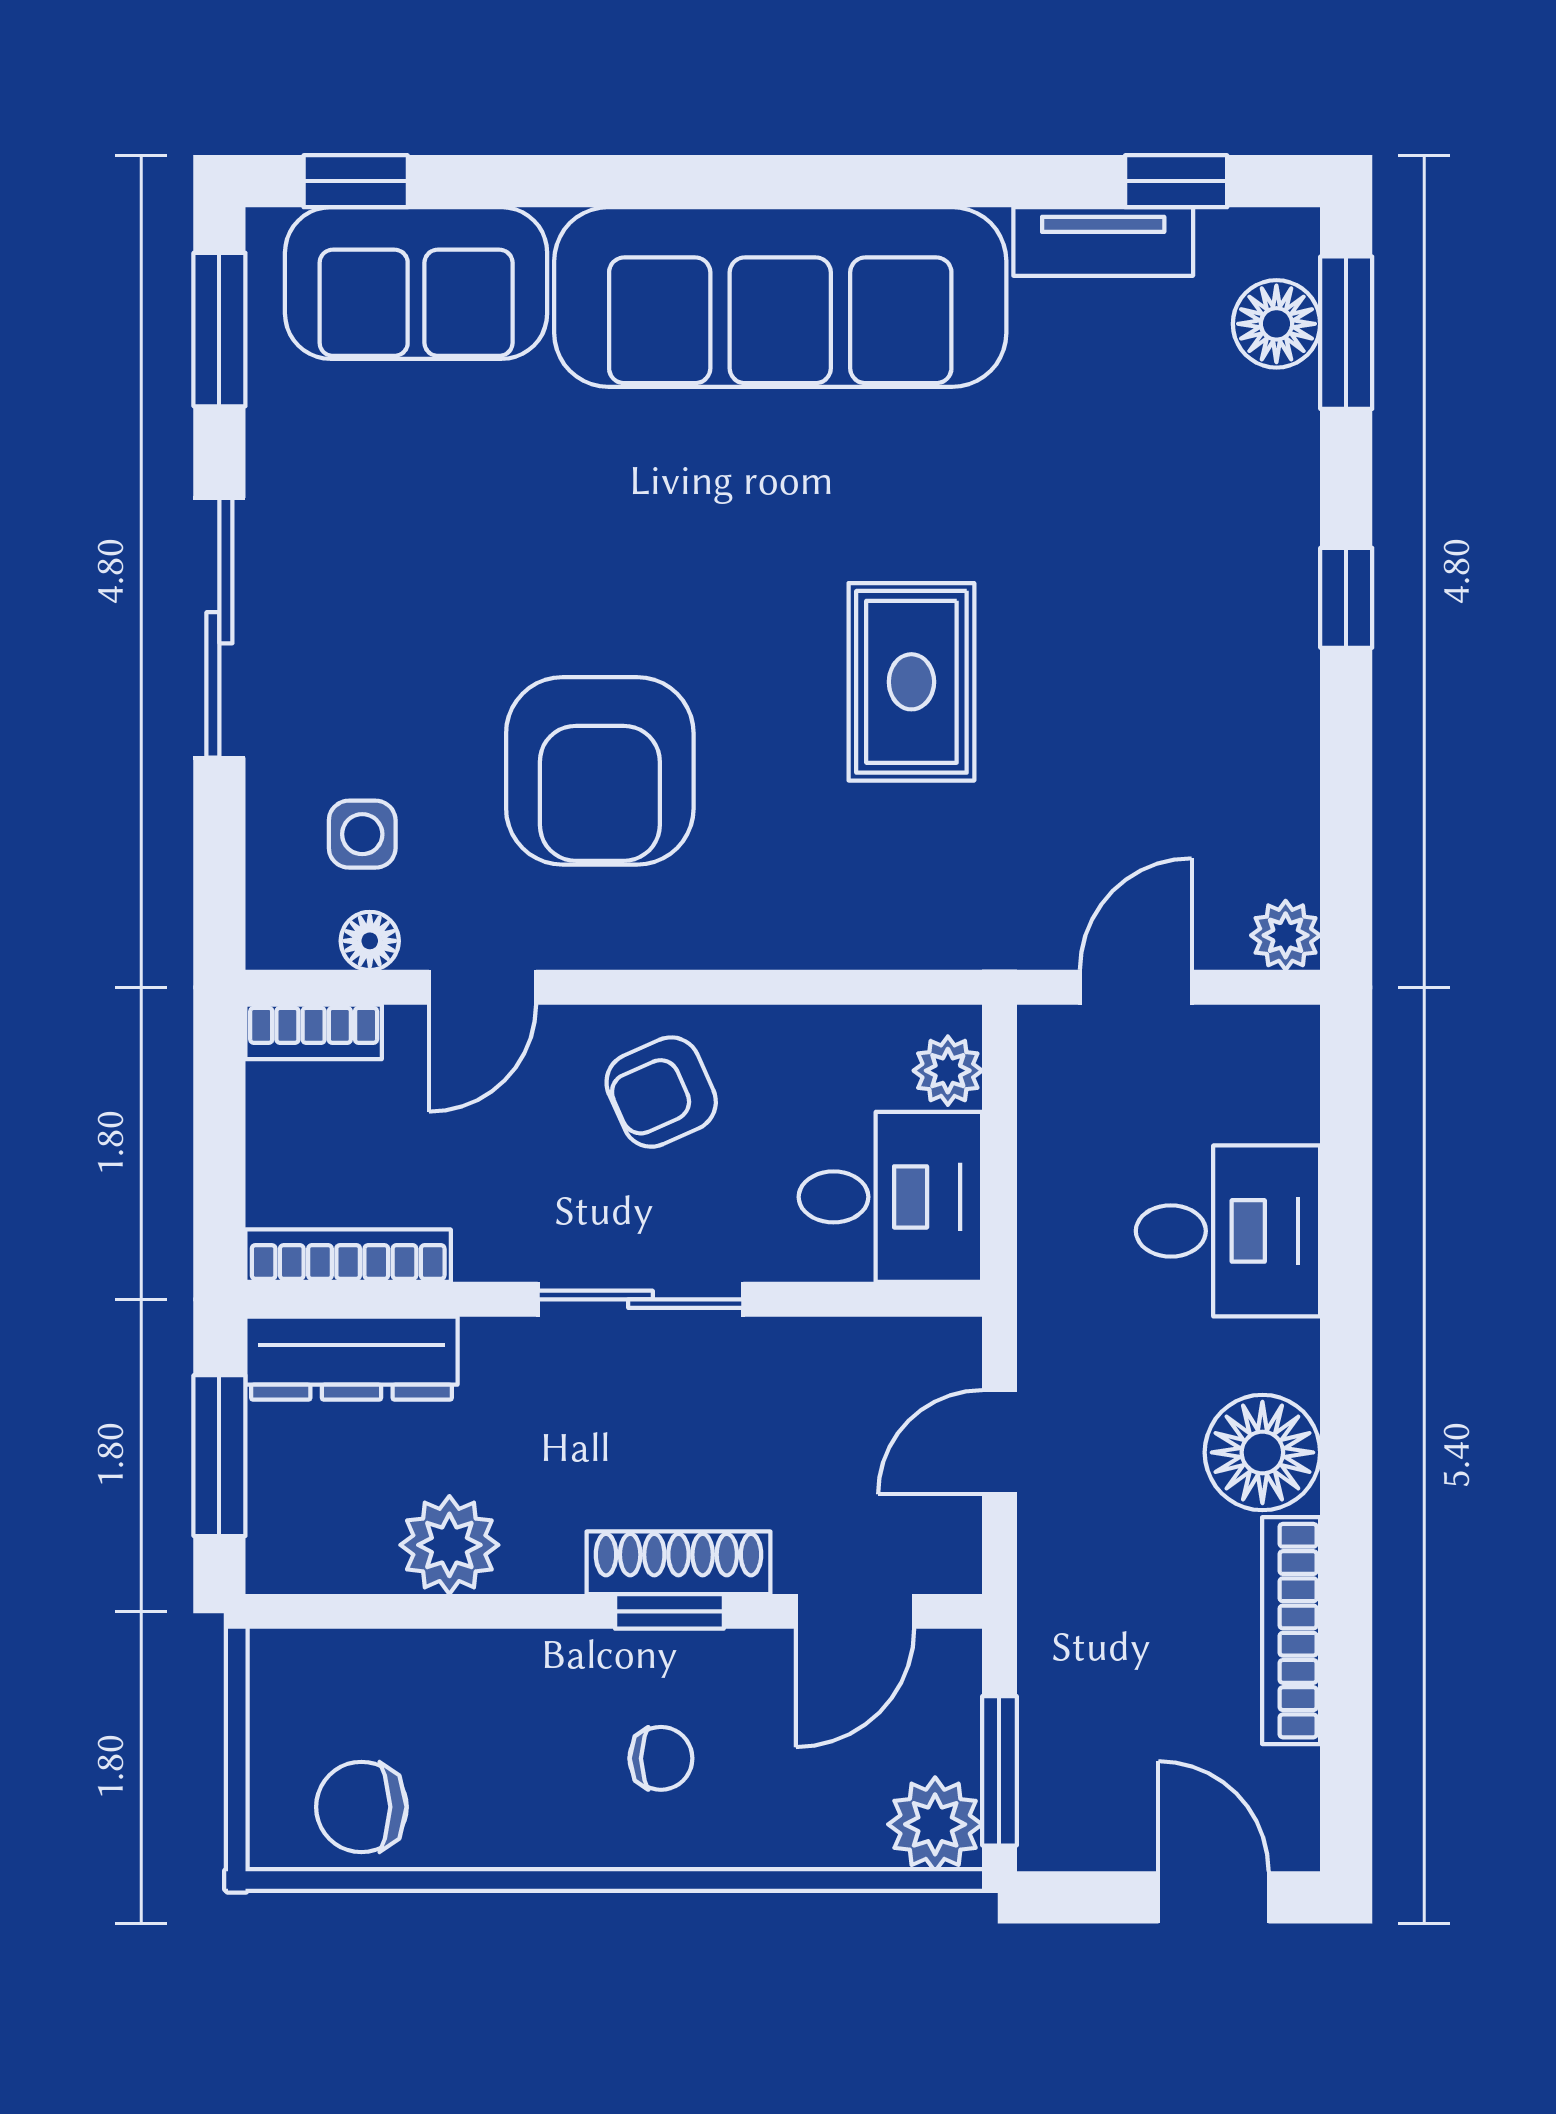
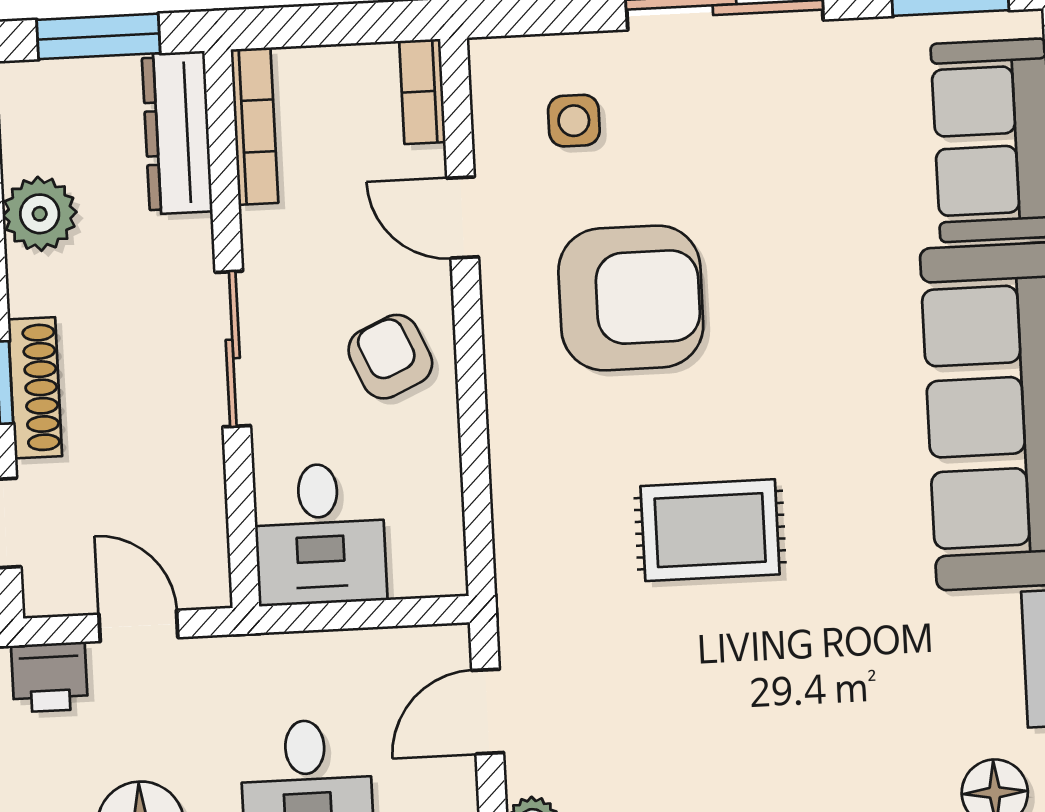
armchair: (600, 771) -> (631, 298), turned 180
floor lamp: (370, 941) -> (493, 130), removed
door: (1136, 987) -> (488, 712), swing flipped
plant: (948, 1071) -> (417, 573), removed
printer: (1061, 1563) -> (50, 677), added

